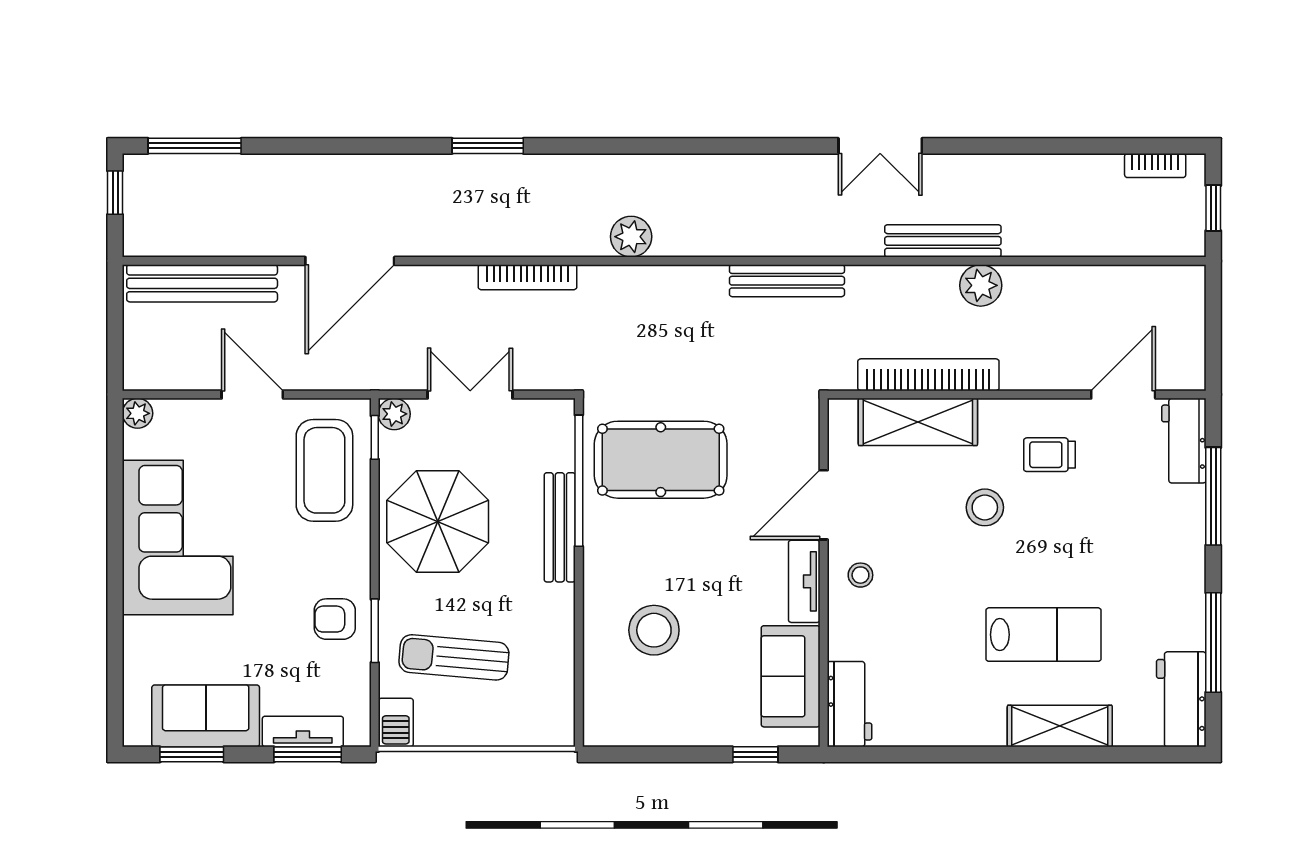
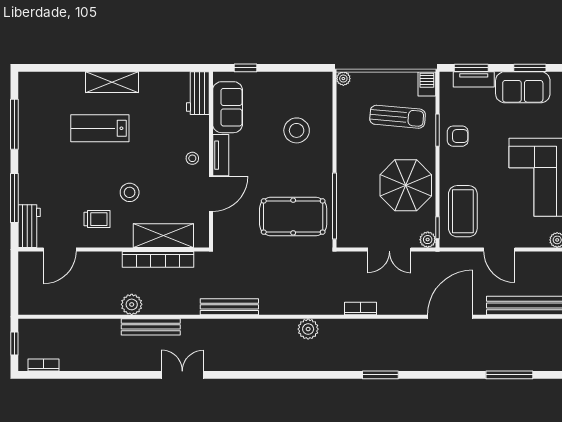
window: (195, 146) -> (509, 375), moved
bookcase: (527, 277) -> (360, 309), width x0.64
bench: (560, 527) -> (344, 182), removed
workbench: (1181, 699) -> (30, 96), removed
shelving: (1060, 726) -> (112, 82), moved
plant: (561, 733) -> (343, 79), added

